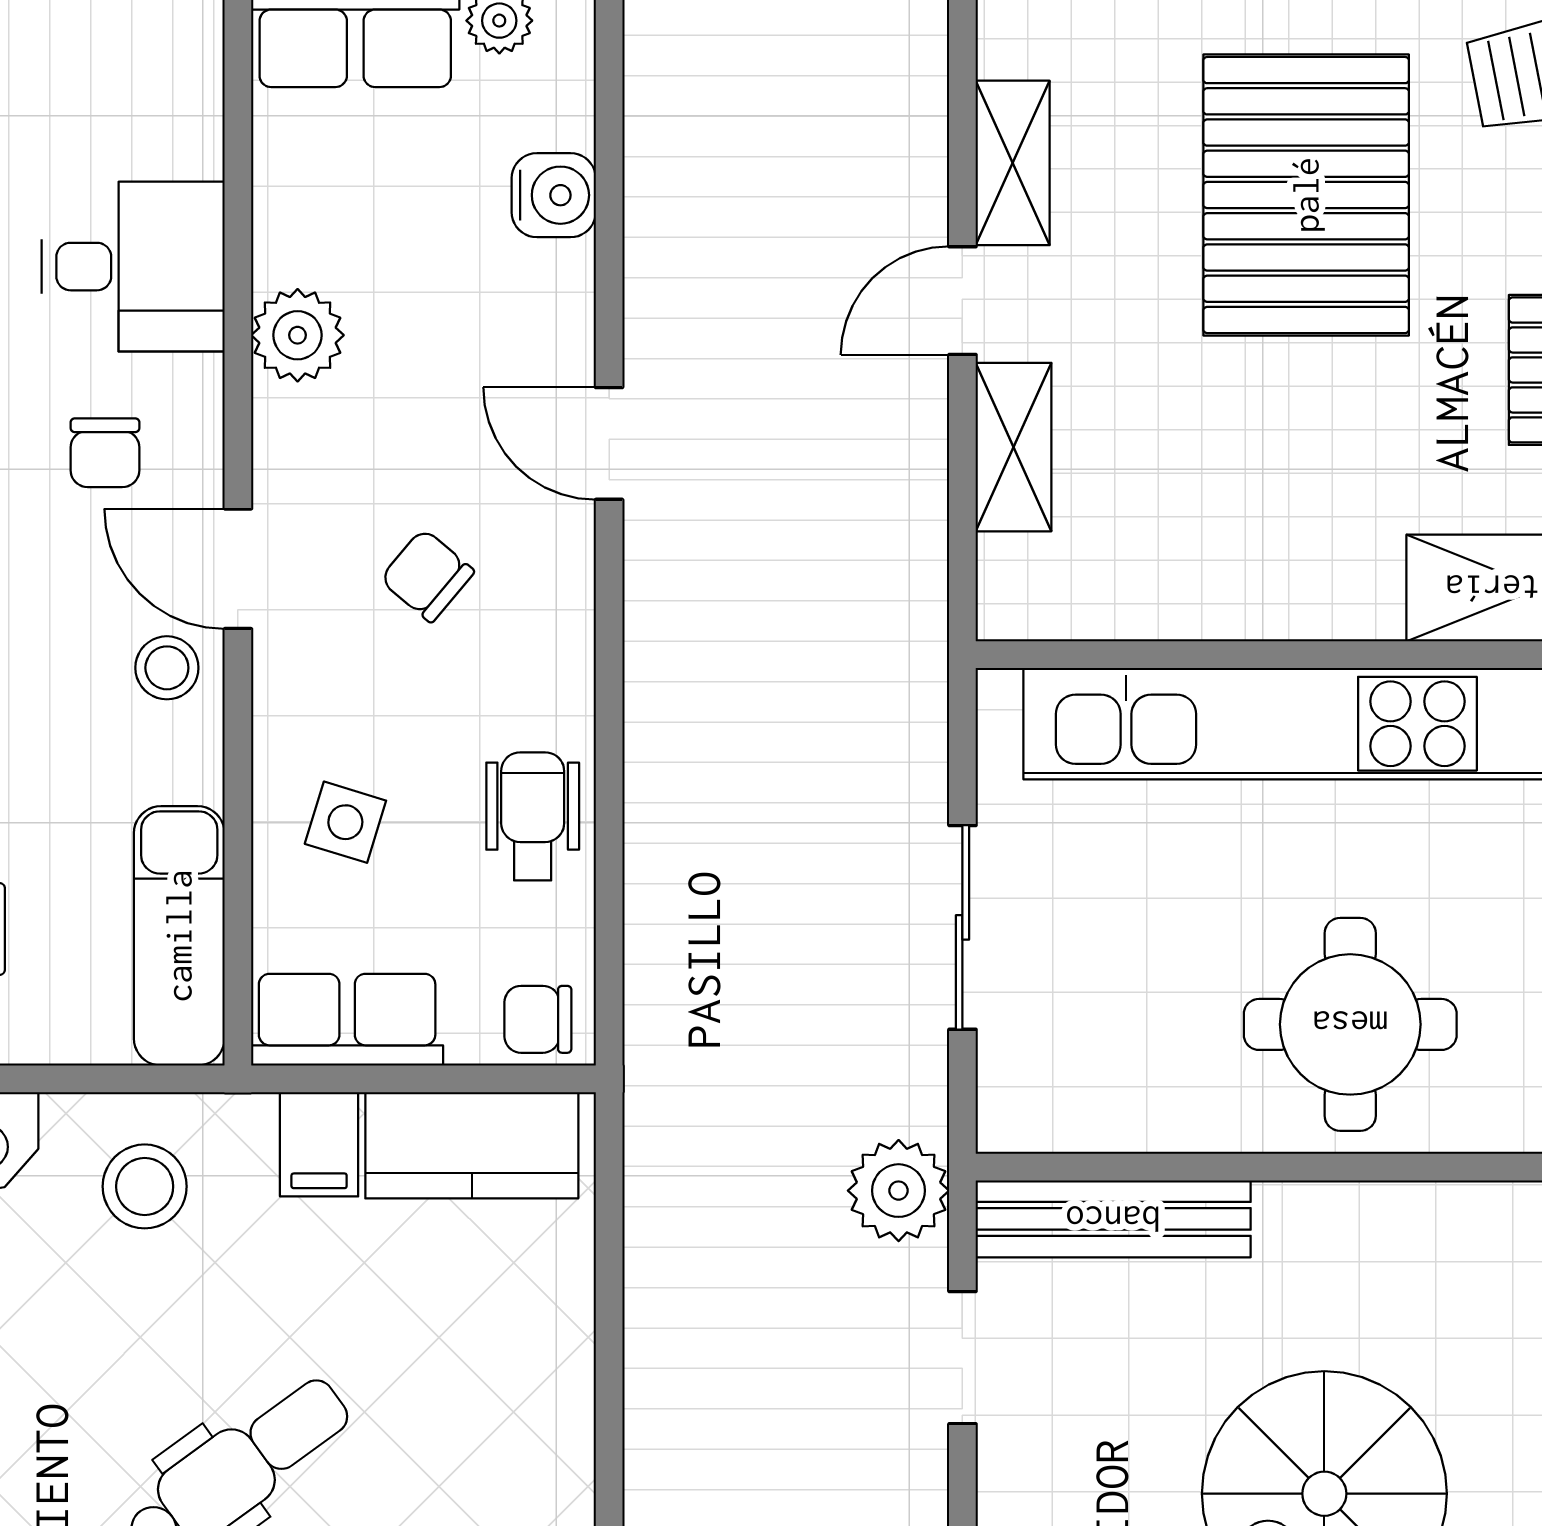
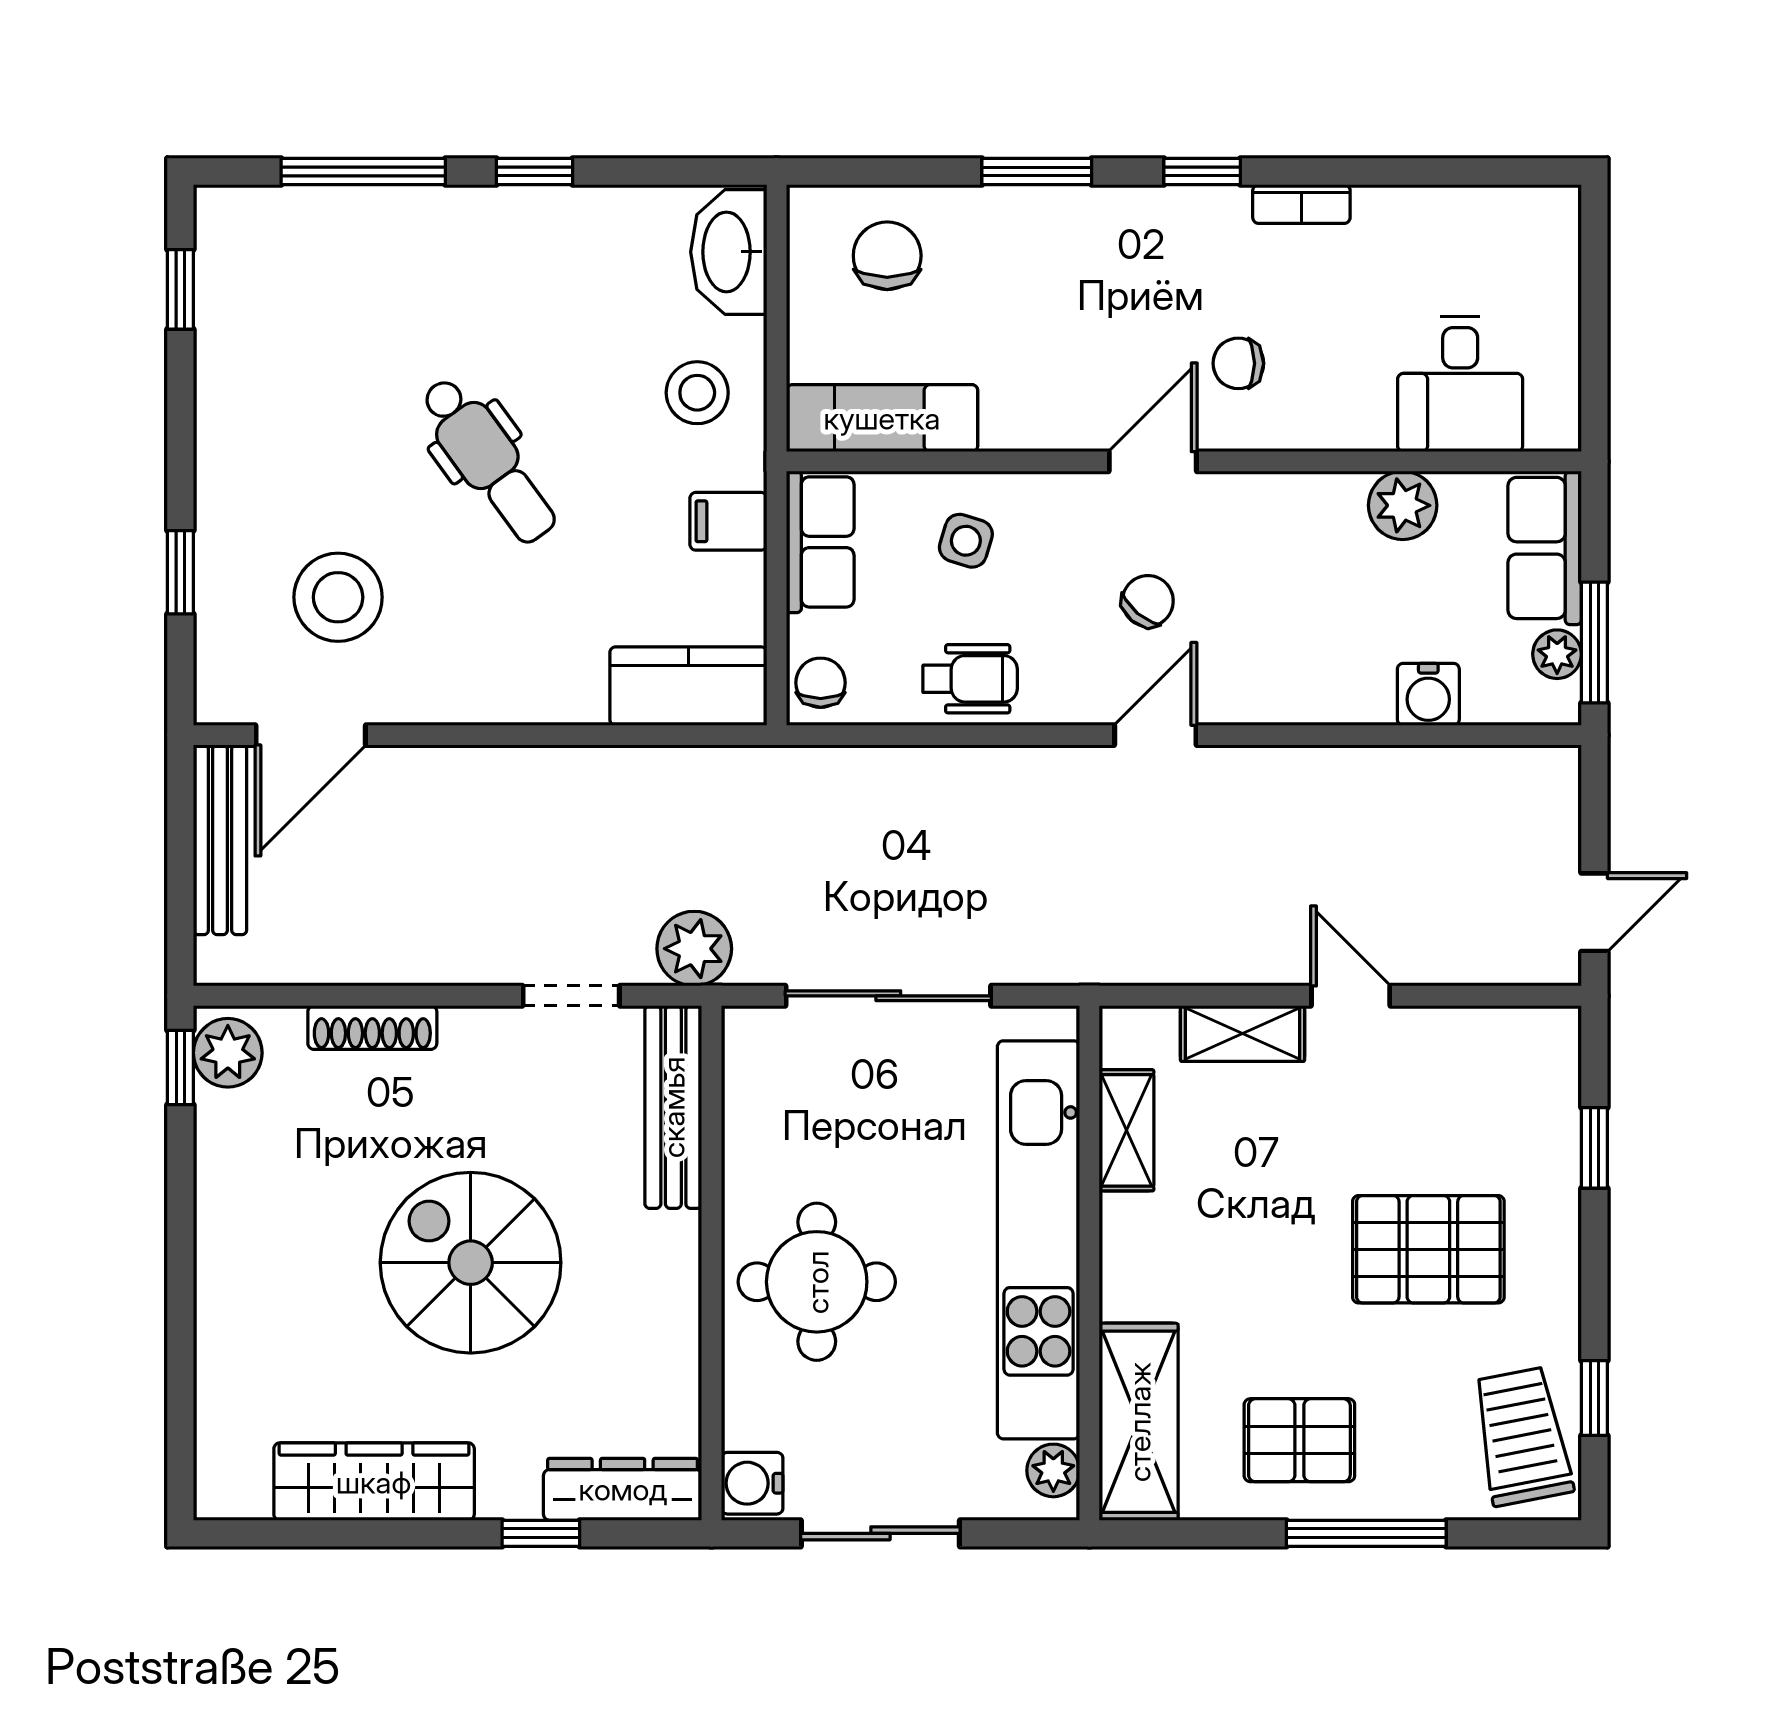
shelving: (1013, 163) -> (1126, 1130), moved, turned 90
pallet: (1306, 195) -> (1428, 1249), width x0.73, depth x0.71
desk: (133, 267) -> (1460, 384), moved
plant: (298, 335) -> (1403, 505), moved
door: (609, 443) -> (1155, 735), moved
stool: (167, 668) -> (1080, 409), removed
sliding door: (962, 927) -> (888, 996), width x1.37
kitchen counter: (472, 1145) -> (688, 686), moved, turned 90

